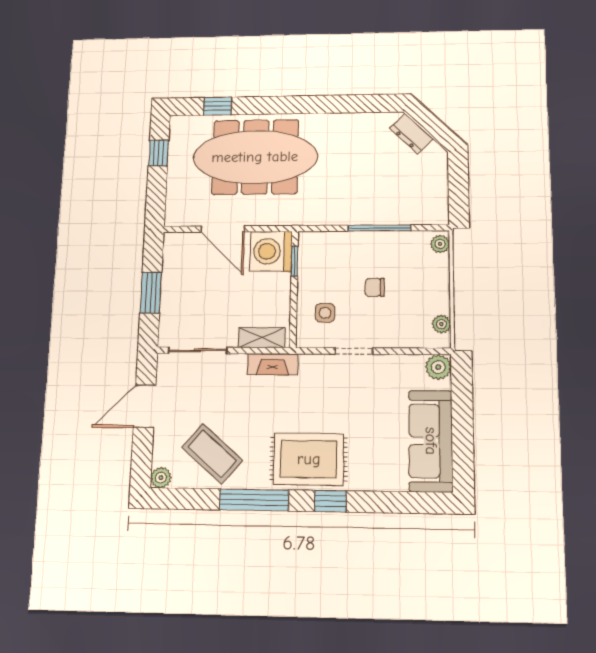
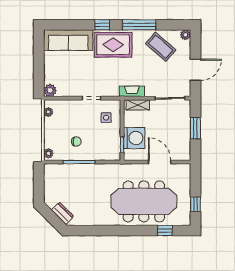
washing machine: (271, 251) -> (134, 138), moved
chair: (375, 287) -> (76, 142), moved
sofa: (431, 441) -> (68, 40), moved, turned 90

